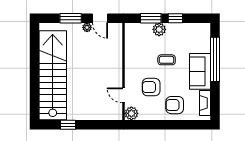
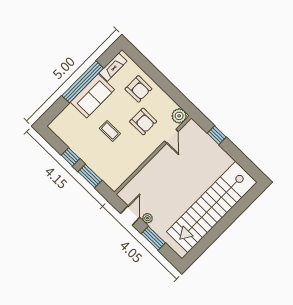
plant: (159, 29) -> (92, 161), removed
window: (215, 59) -> (83, 82), moved
window: (68, 125) -> (217, 135), moved

